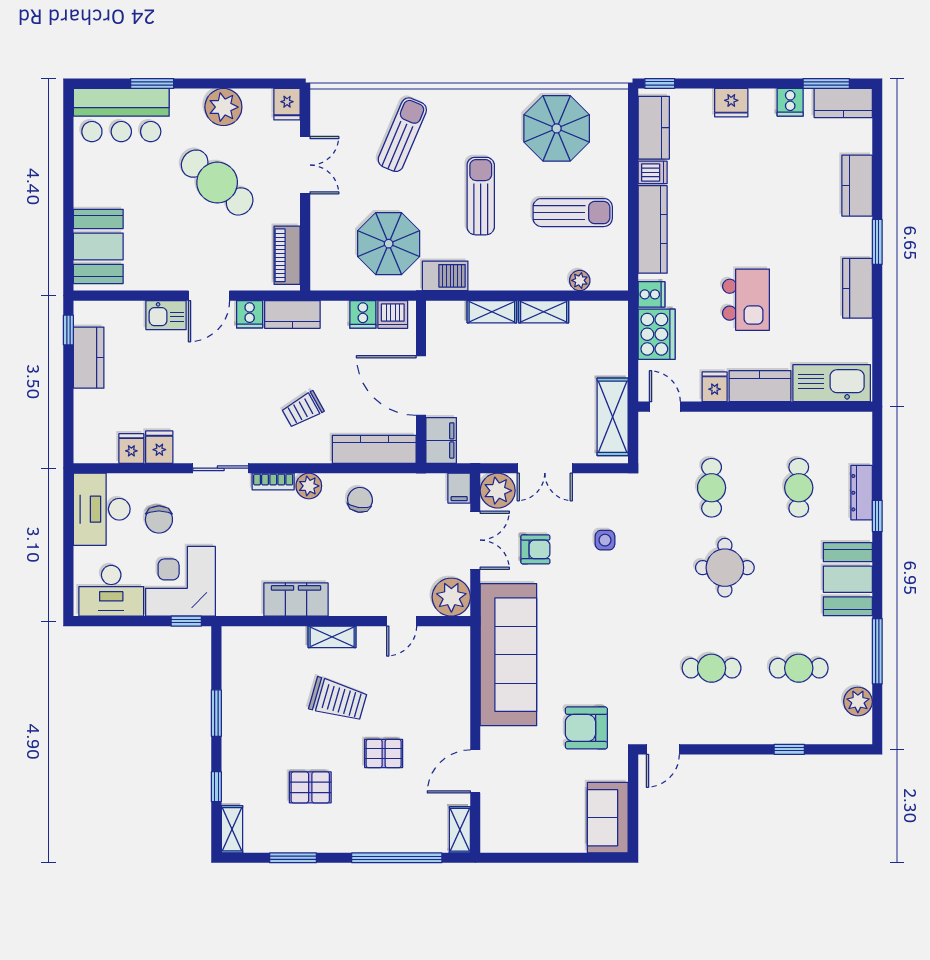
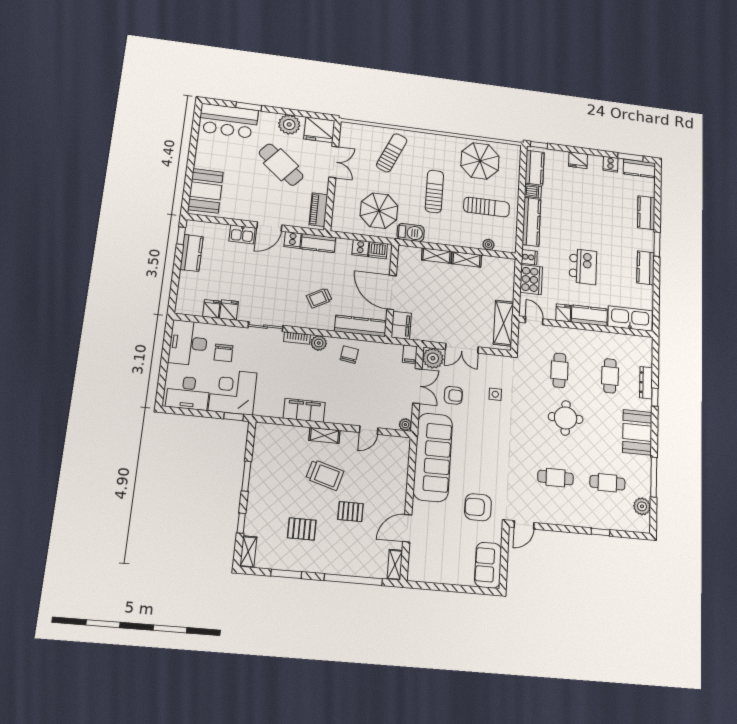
fridge: (287, 104) -> (319, 130), width x1.88, depth x1.34
plant: (451, 597) -> (405, 425), width x0.53, depth x0.53

